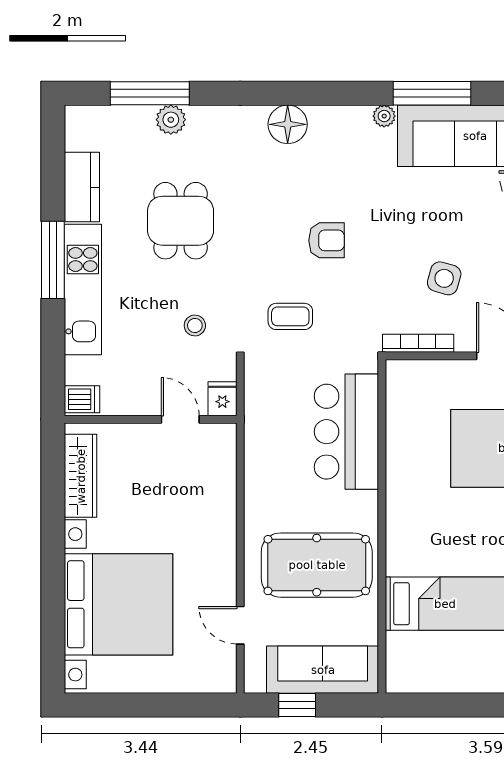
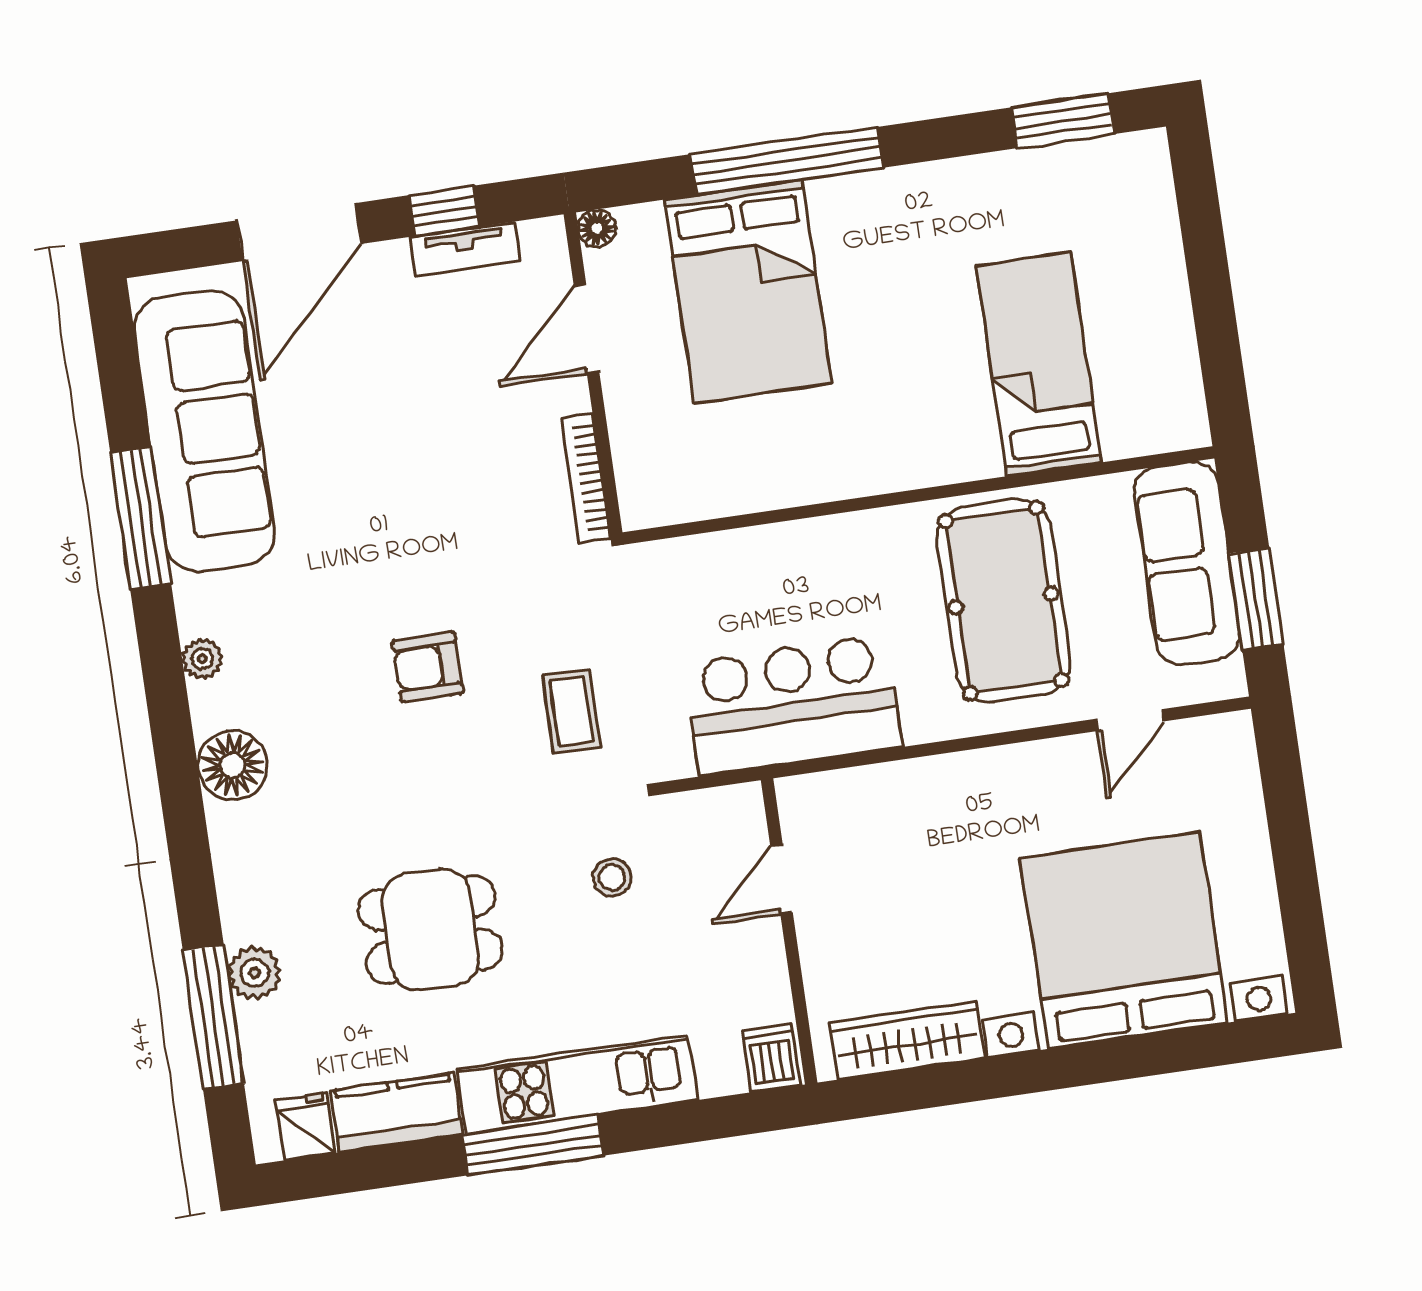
plant: (384, 116) -> (202, 659), moved
armchair: (327, 240) -> (428, 667), turned -90
side table: (444, 278) -> (464, 449), removed
fridge: (222, 399) -> (305, 1126), moved, turned 90
bar counter: (346, 432) -> (793, 705), moved, turned 180
window: (297, 705) -> (1256, 599), width x1.50

